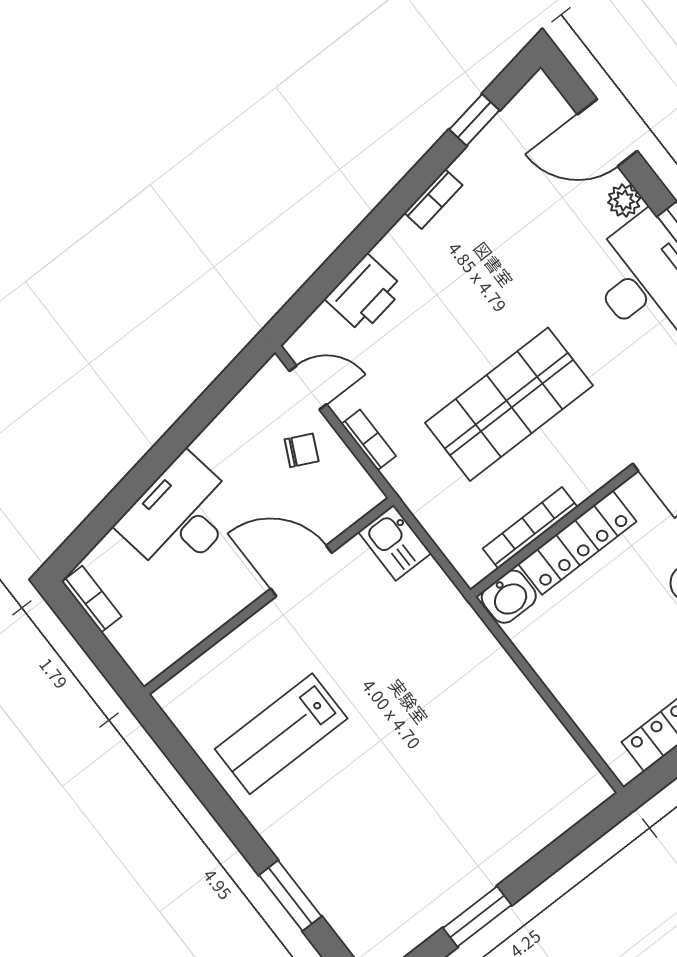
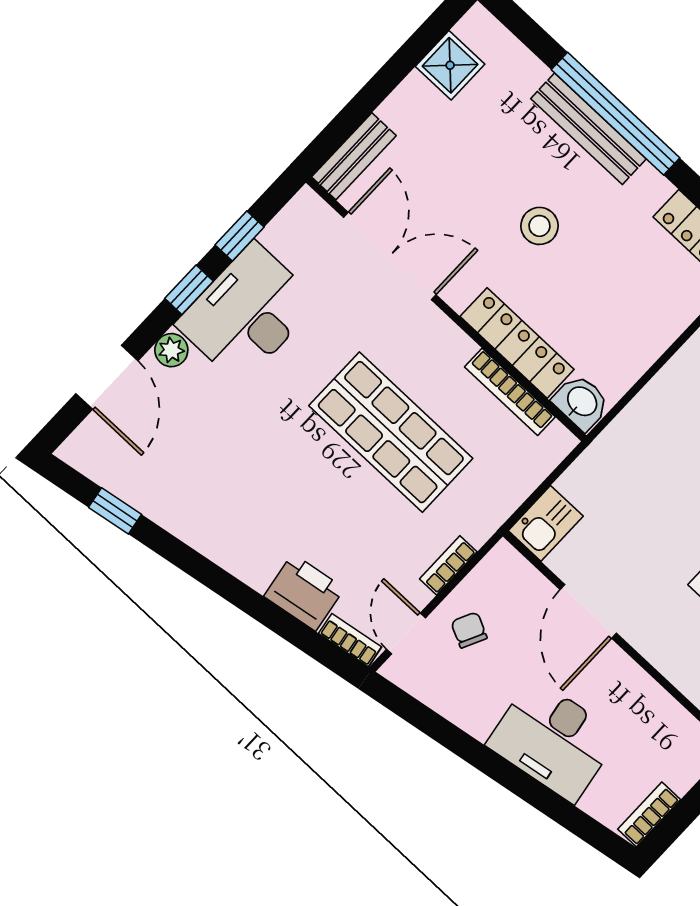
bookcase: (433, 199) -> (350, 640), moved

